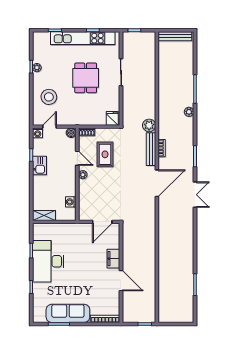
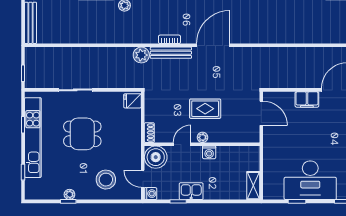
boiler: (71, 133) -> (156, 157), width x1.86, depth x1.86
rug: (105, 154) -> (205, 109), moved
door: (157, 183) -> (213, 45), hinge flipped
washing machine: (71, 202) -> (209, 152), moved

